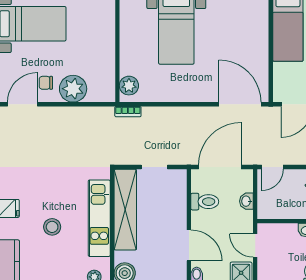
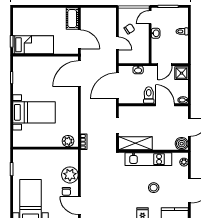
door: (220, 167) -> (117, 86), hinge flipped
door: (272, 167) -> (117, 43), moved
toilet: (205, 202) -> (149, 95), moved
shelving: (125, 210) -> (135, 143), width x0.68
door: (189, 245) -> (165, 105), hinge flipped

